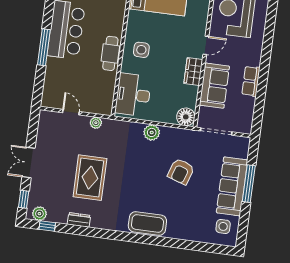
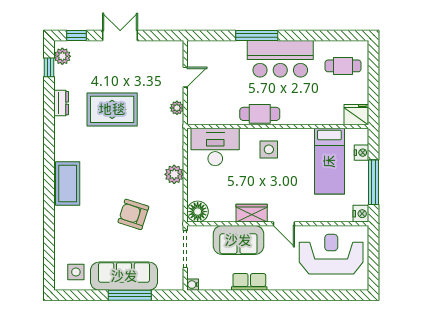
water cooler: (247, 129) -> (193, 285), added

